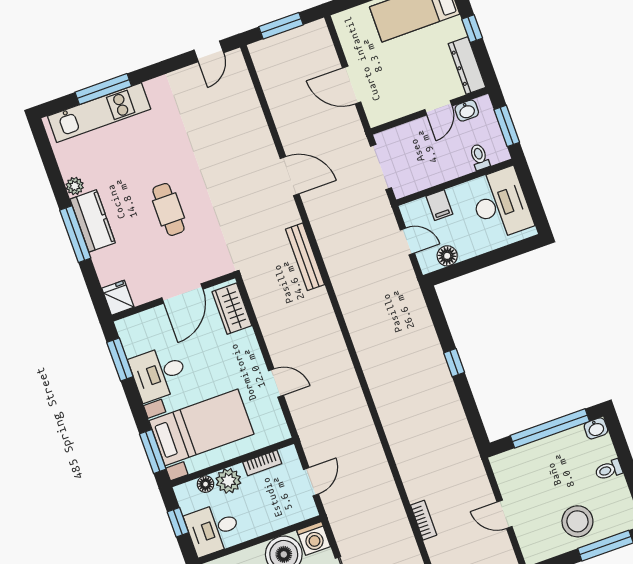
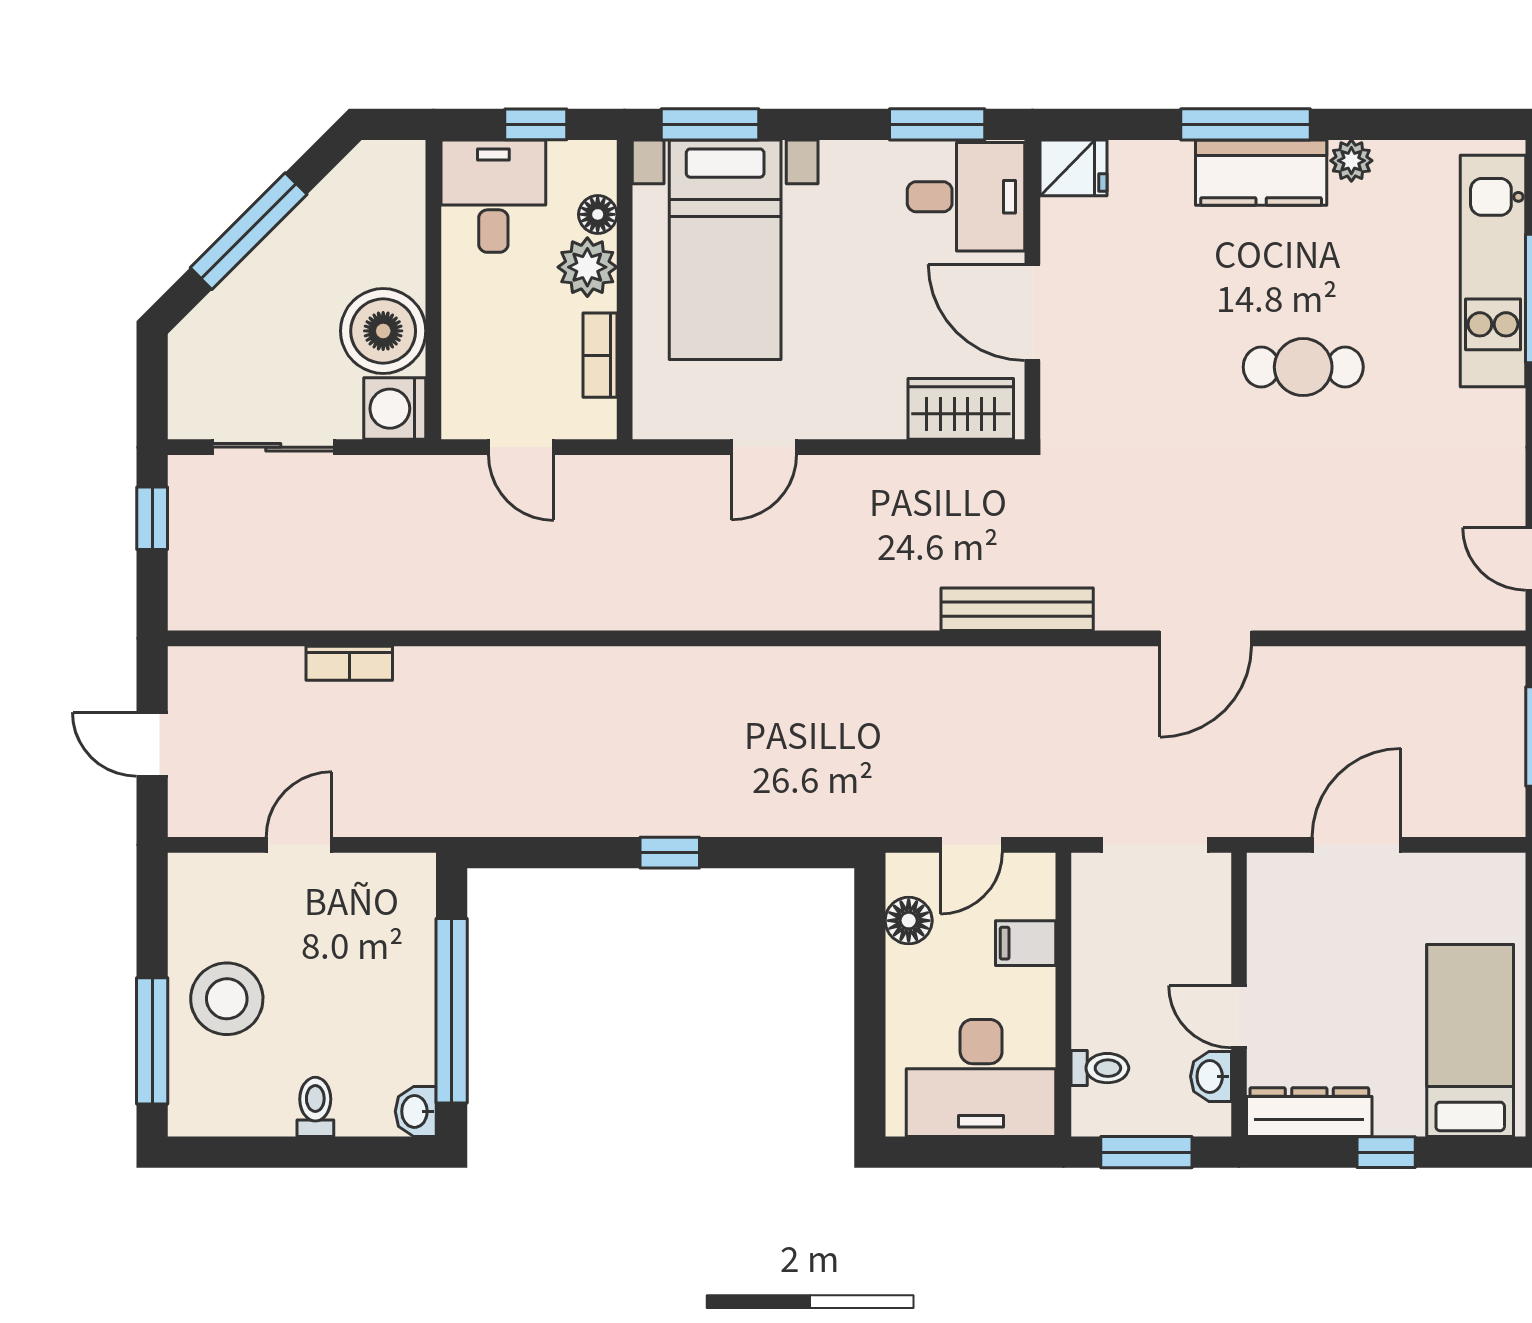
cafe table: (168, 209) -> (1303, 367), moved
desk: (159, 373) -> (966, 197), moved, turned 90

